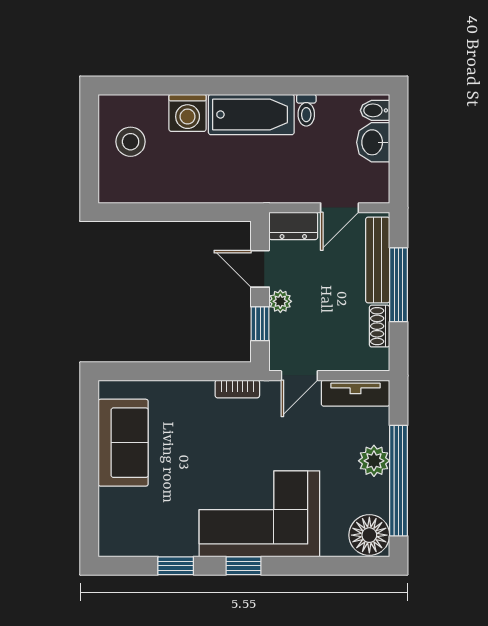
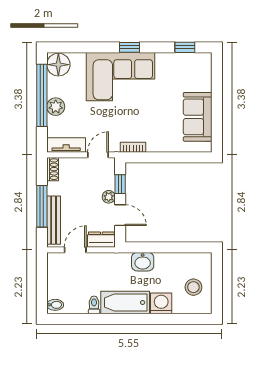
washbasin: (373, 142) -> (143, 262), moved, turned 90
shoe rack: (380, 326) -> (53, 169), moved
window: (176, 566) -> (185, 47), moved

